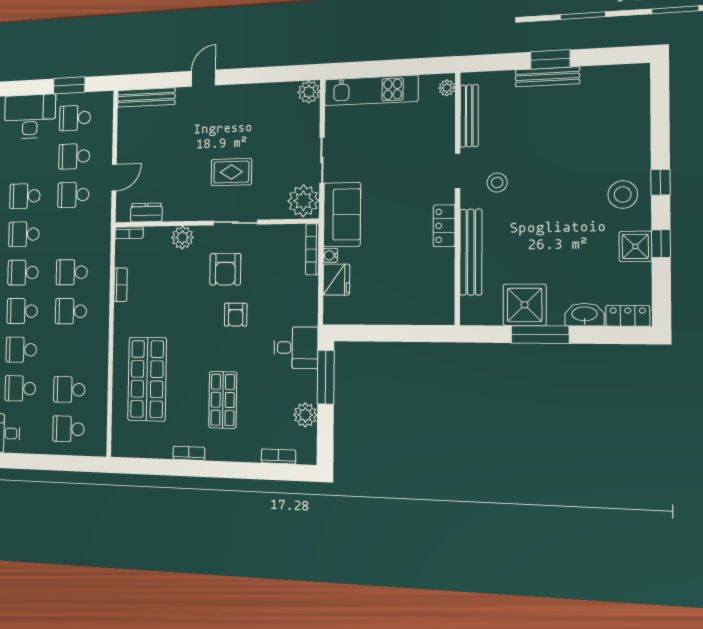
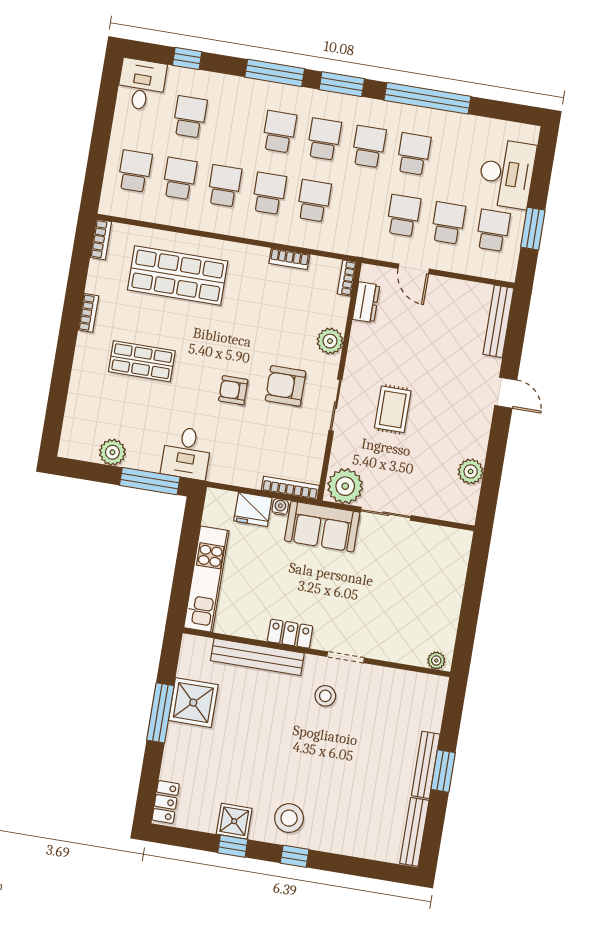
kitchen unit: (371, 90) -> (206, 579), moved, turned 180
plant: (309, 92) -> (471, 471), moved
bench: (469, 116) -> (414, 832), moved, turned 90
washbasin: (585, 315) -> (174, 760), removed
school desk: (21, 350) -> (224, 186), moved
bookcase: (279, 456) -> (101, 239), moved

